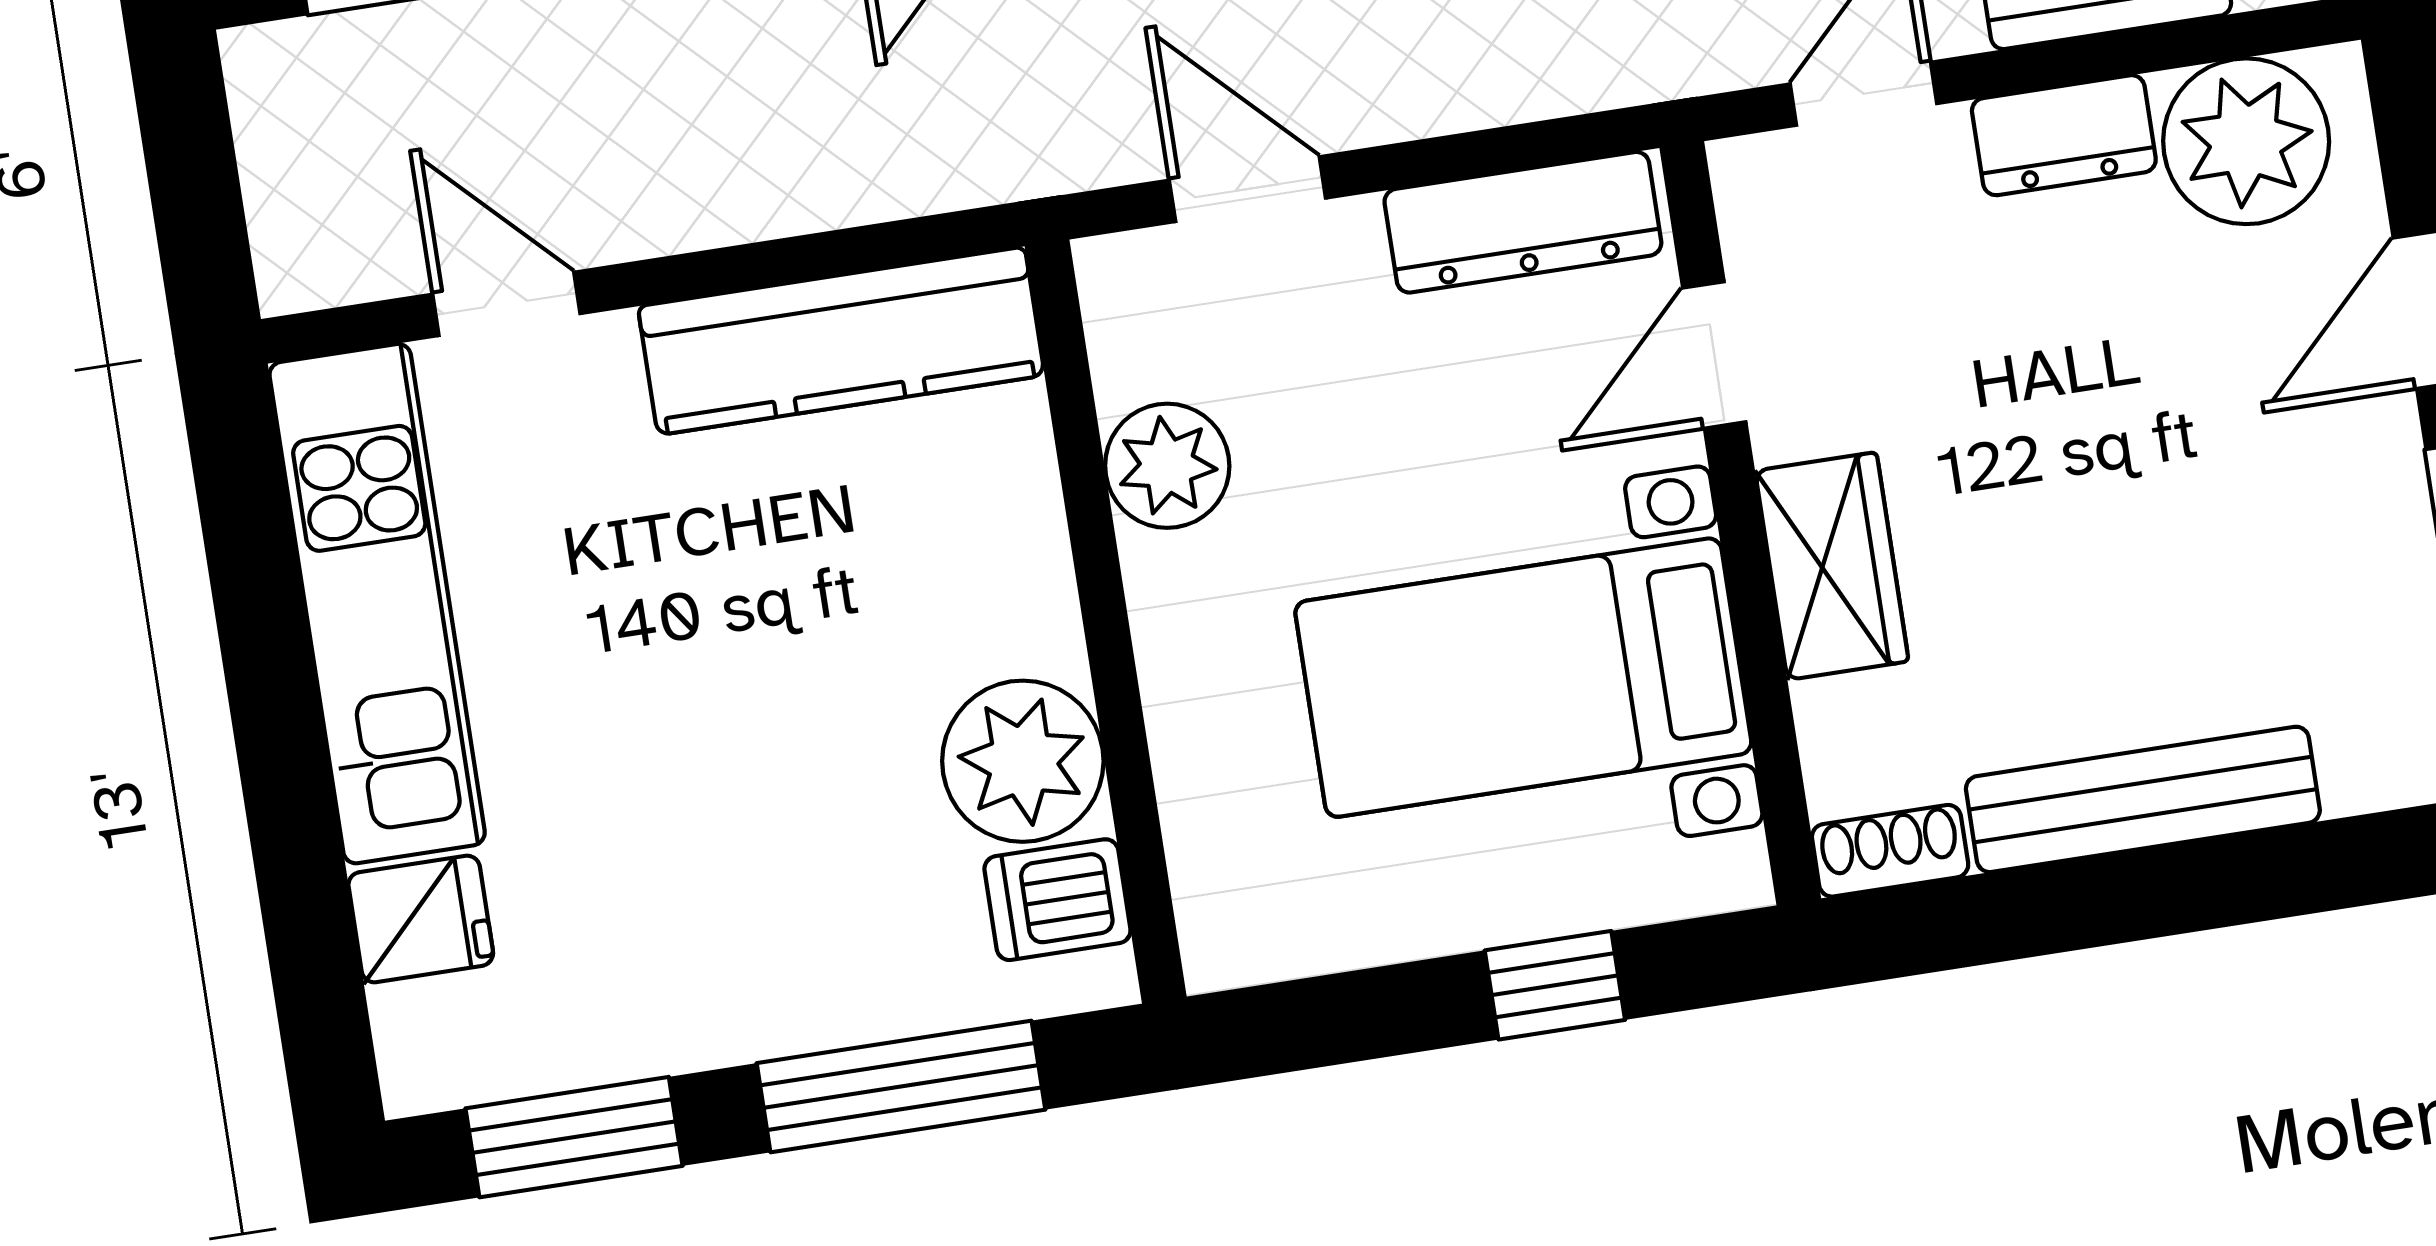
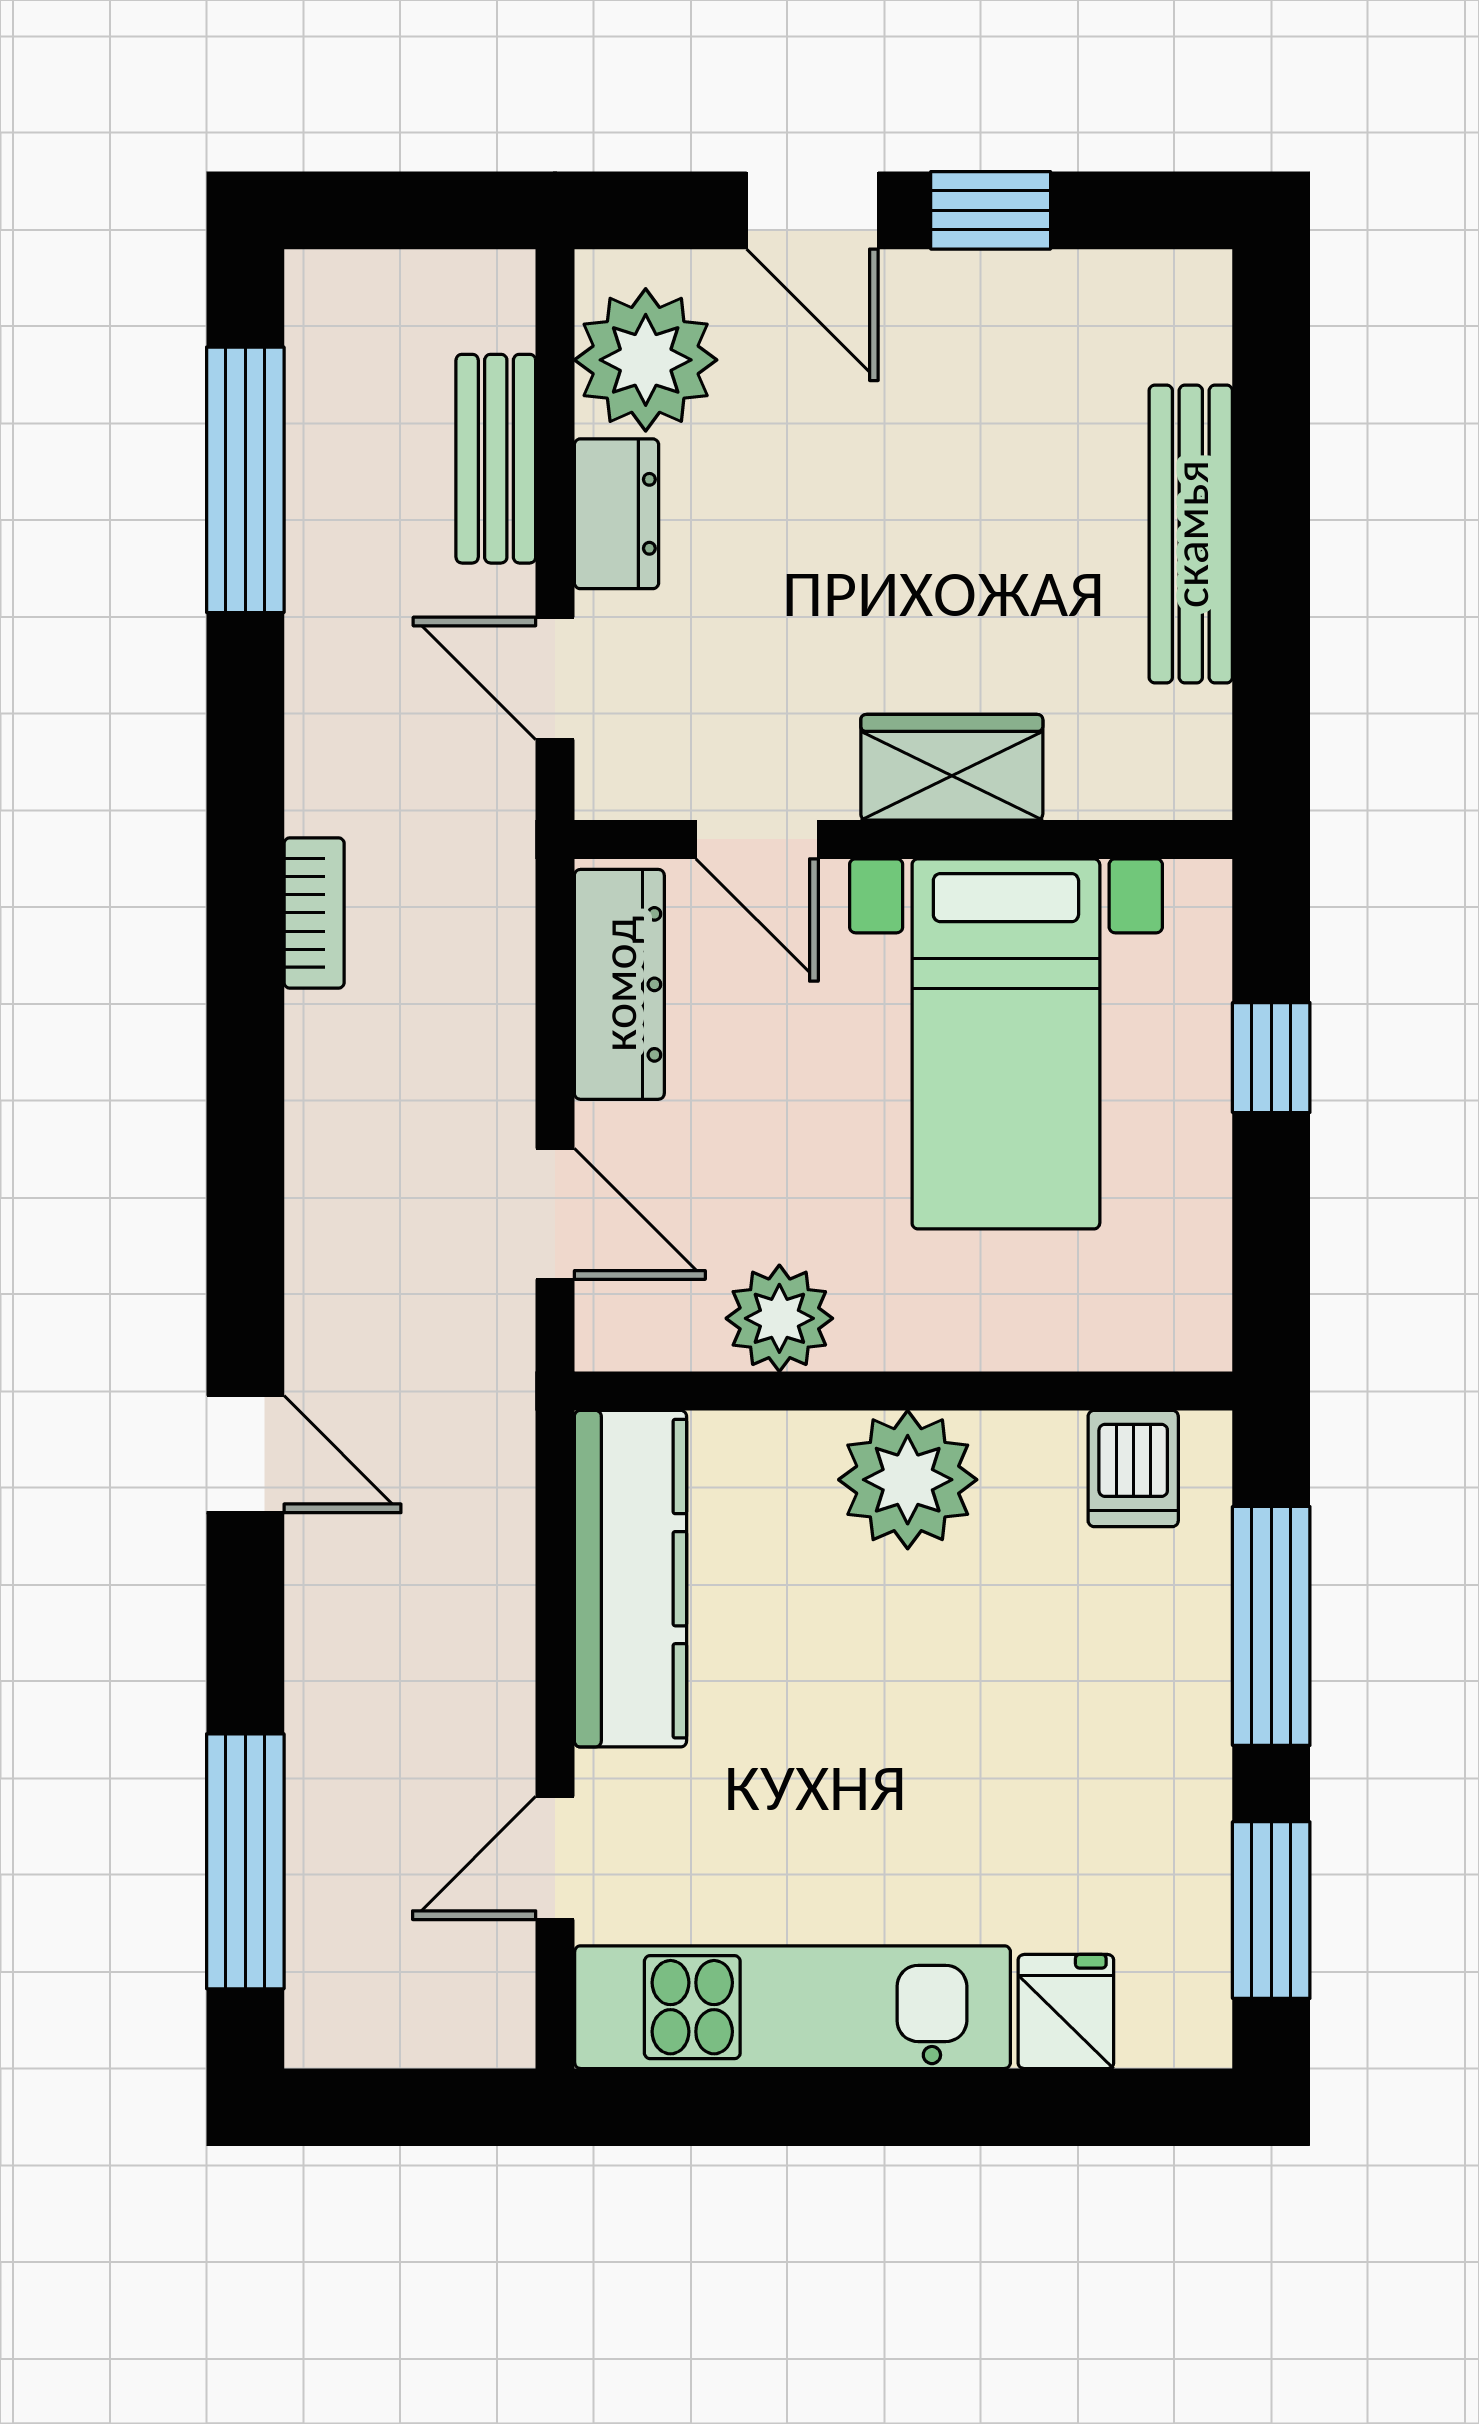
door: (1247, 189) -> (555, 1214), swing flipped
plant: (1023, 761) -> (908, 1480), moved
shoe rack: (1890, 851) -> (1201, 755), removed

